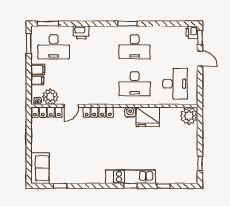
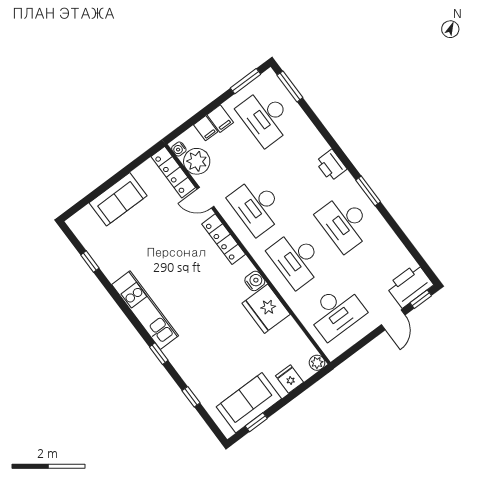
printer: (81, 32) -> (331, 165), moved
printer: (192, 32) -> (410, 285), width x1.87, depth x1.48
desk: (94, 84) -> (257, 206), added
plant: (189, 116) -> (317, 363), width x0.53, depth x0.53
fridge: (191, 131) -> (290, 379), added
sofa: (188, 160) -> (249, 403), added
sofa: (40, 168) -> (118, 199), moved
kitchen unit: (130, 177) -> (145, 310), moved

